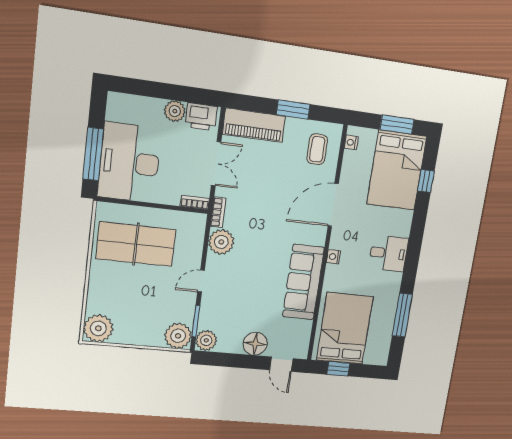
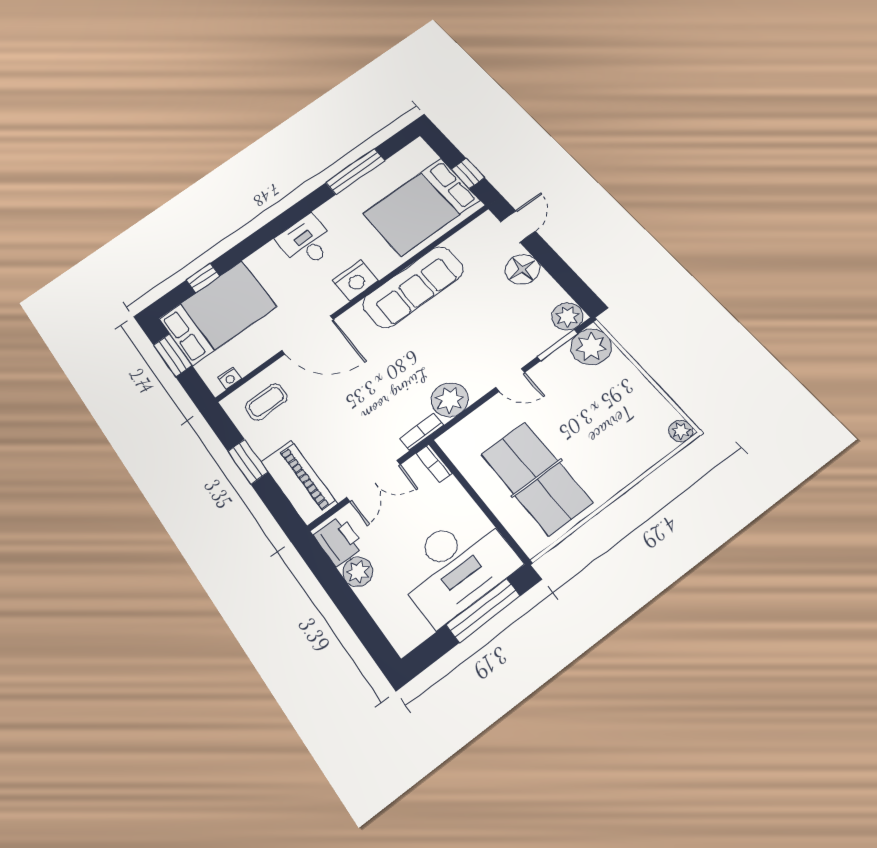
double door: (216, 164) -> (373, 481), swing flipped
nightstand: (333, 257) -> (355, 281), width x1.89, depth x1.79
plant: (98, 328) -> (681, 431), width x0.53, depth x0.53

